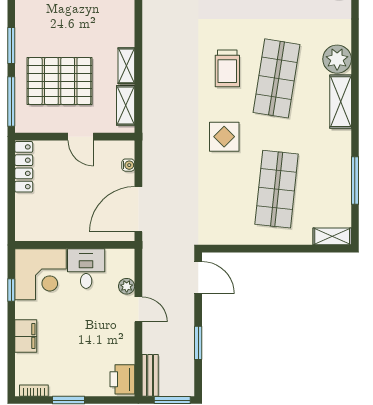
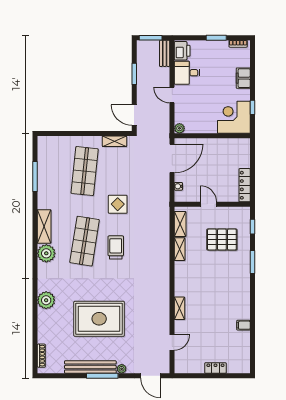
pallet: (60, 81) -> (222, 239), width x0.73, depth x0.71
window: (11, 101) -> (252, 227), width x0.46
shelving: (332, 236) -> (114, 141), moved
desk: (86, 269) -> (187, 73), moved, turned 90
plant: (127, 286) -> (179, 128), moved

